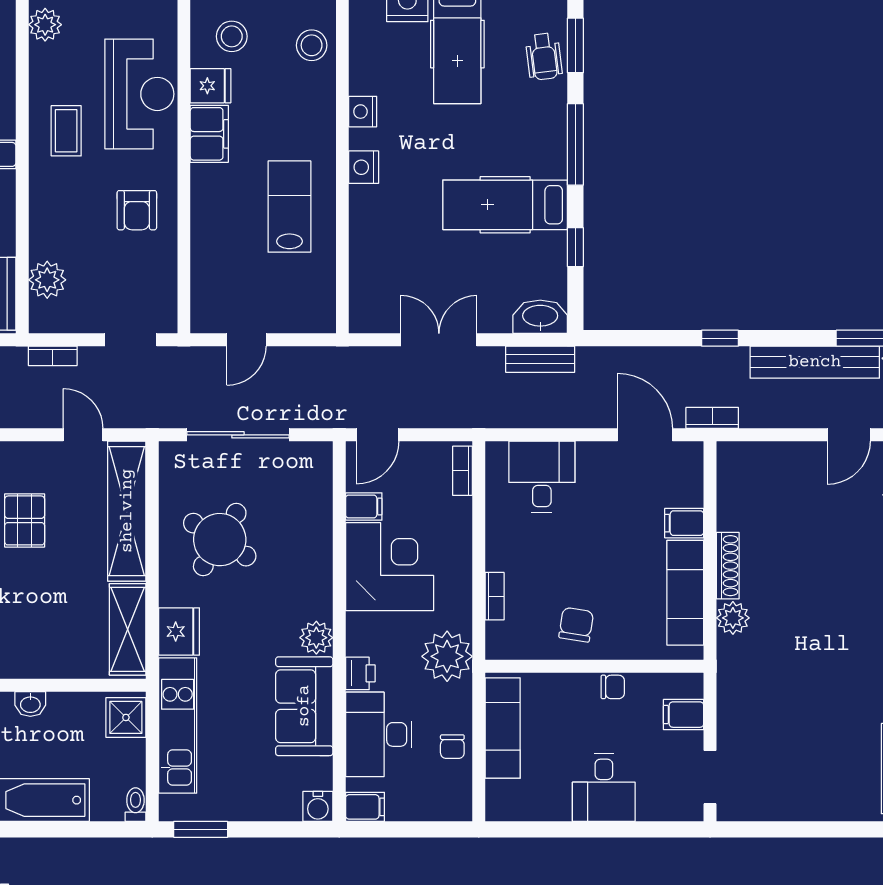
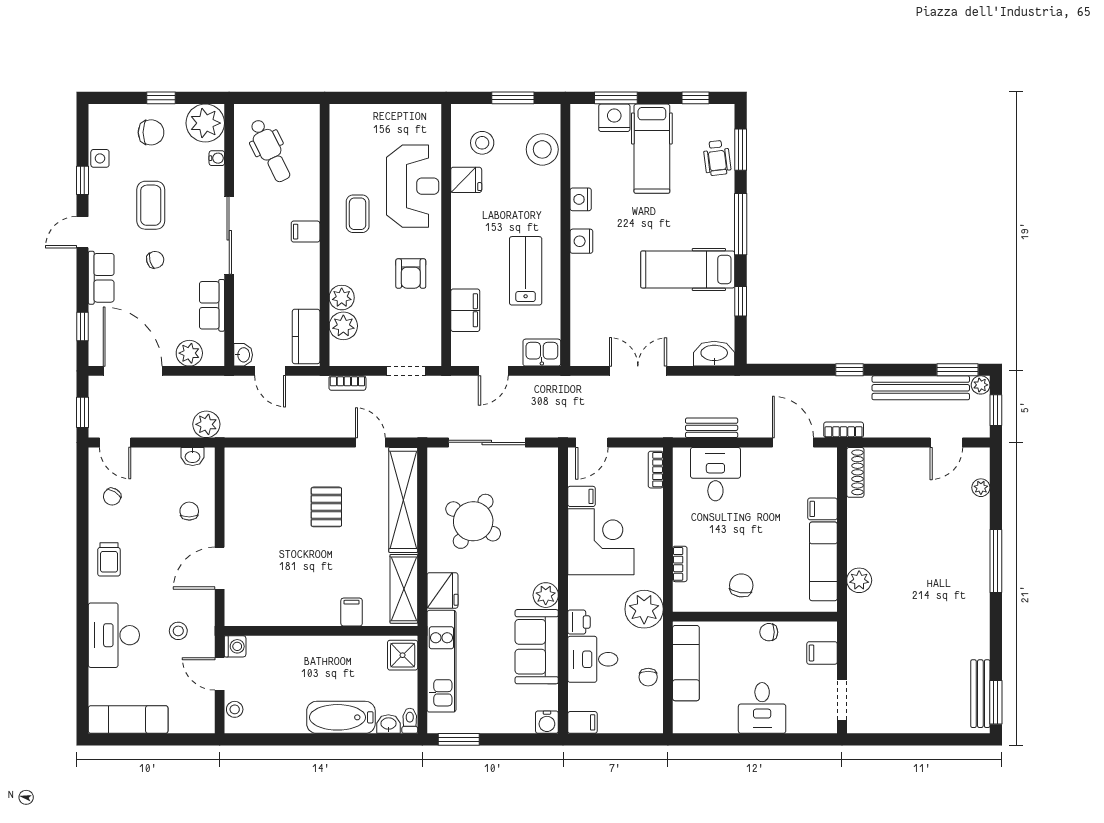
plant: (45, 25) -> (342, 298), moved
stool: (312, 45) -> (542, 149), width x1.38, depth x1.38
filing cabinet: (209, 134) -> (465, 310), moved
kitchen sink: (311, 315) -> (542, 353), added
bench: (540, 359) -> (712, 428), moved
shoe rack: (728, 566) -> (855, 472), moved
filing cabinet: (58, 660) -> (352, 612), added
chair: (613, 687) -> (769, 632), turned 180
washbasin: (30, 704) -> (388, 724), moved, turned 180
desk: (379, 734) -> (593, 659), width x0.73

